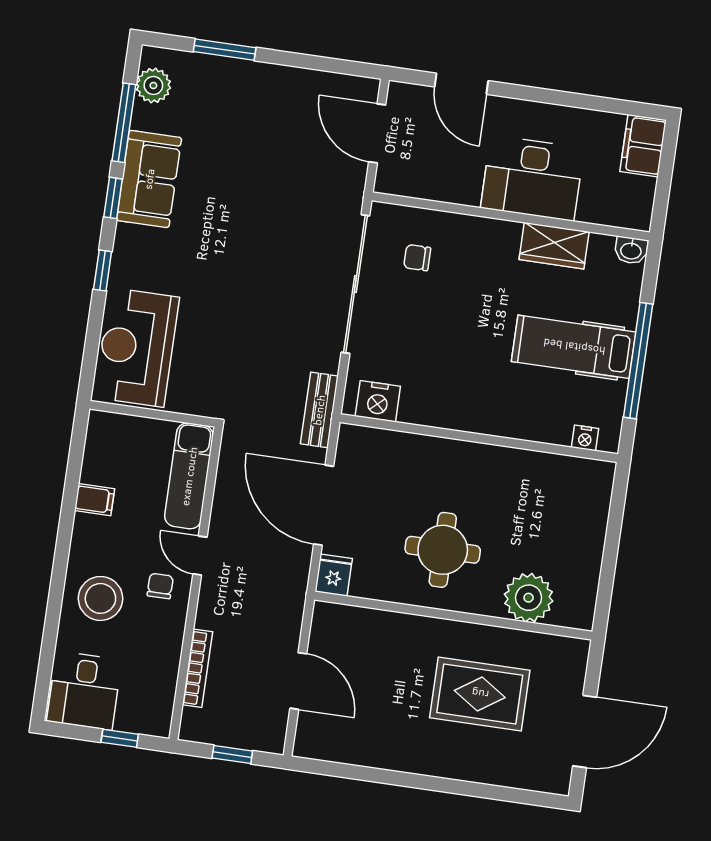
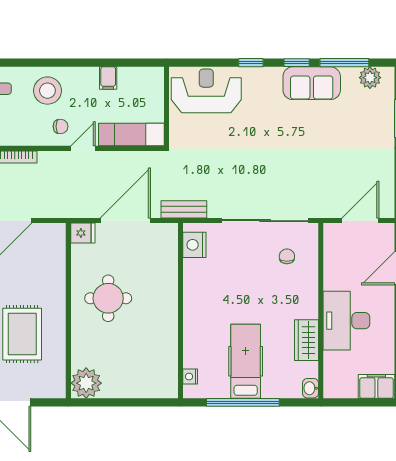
plant: (529, 598) -> (86, 383), moved

